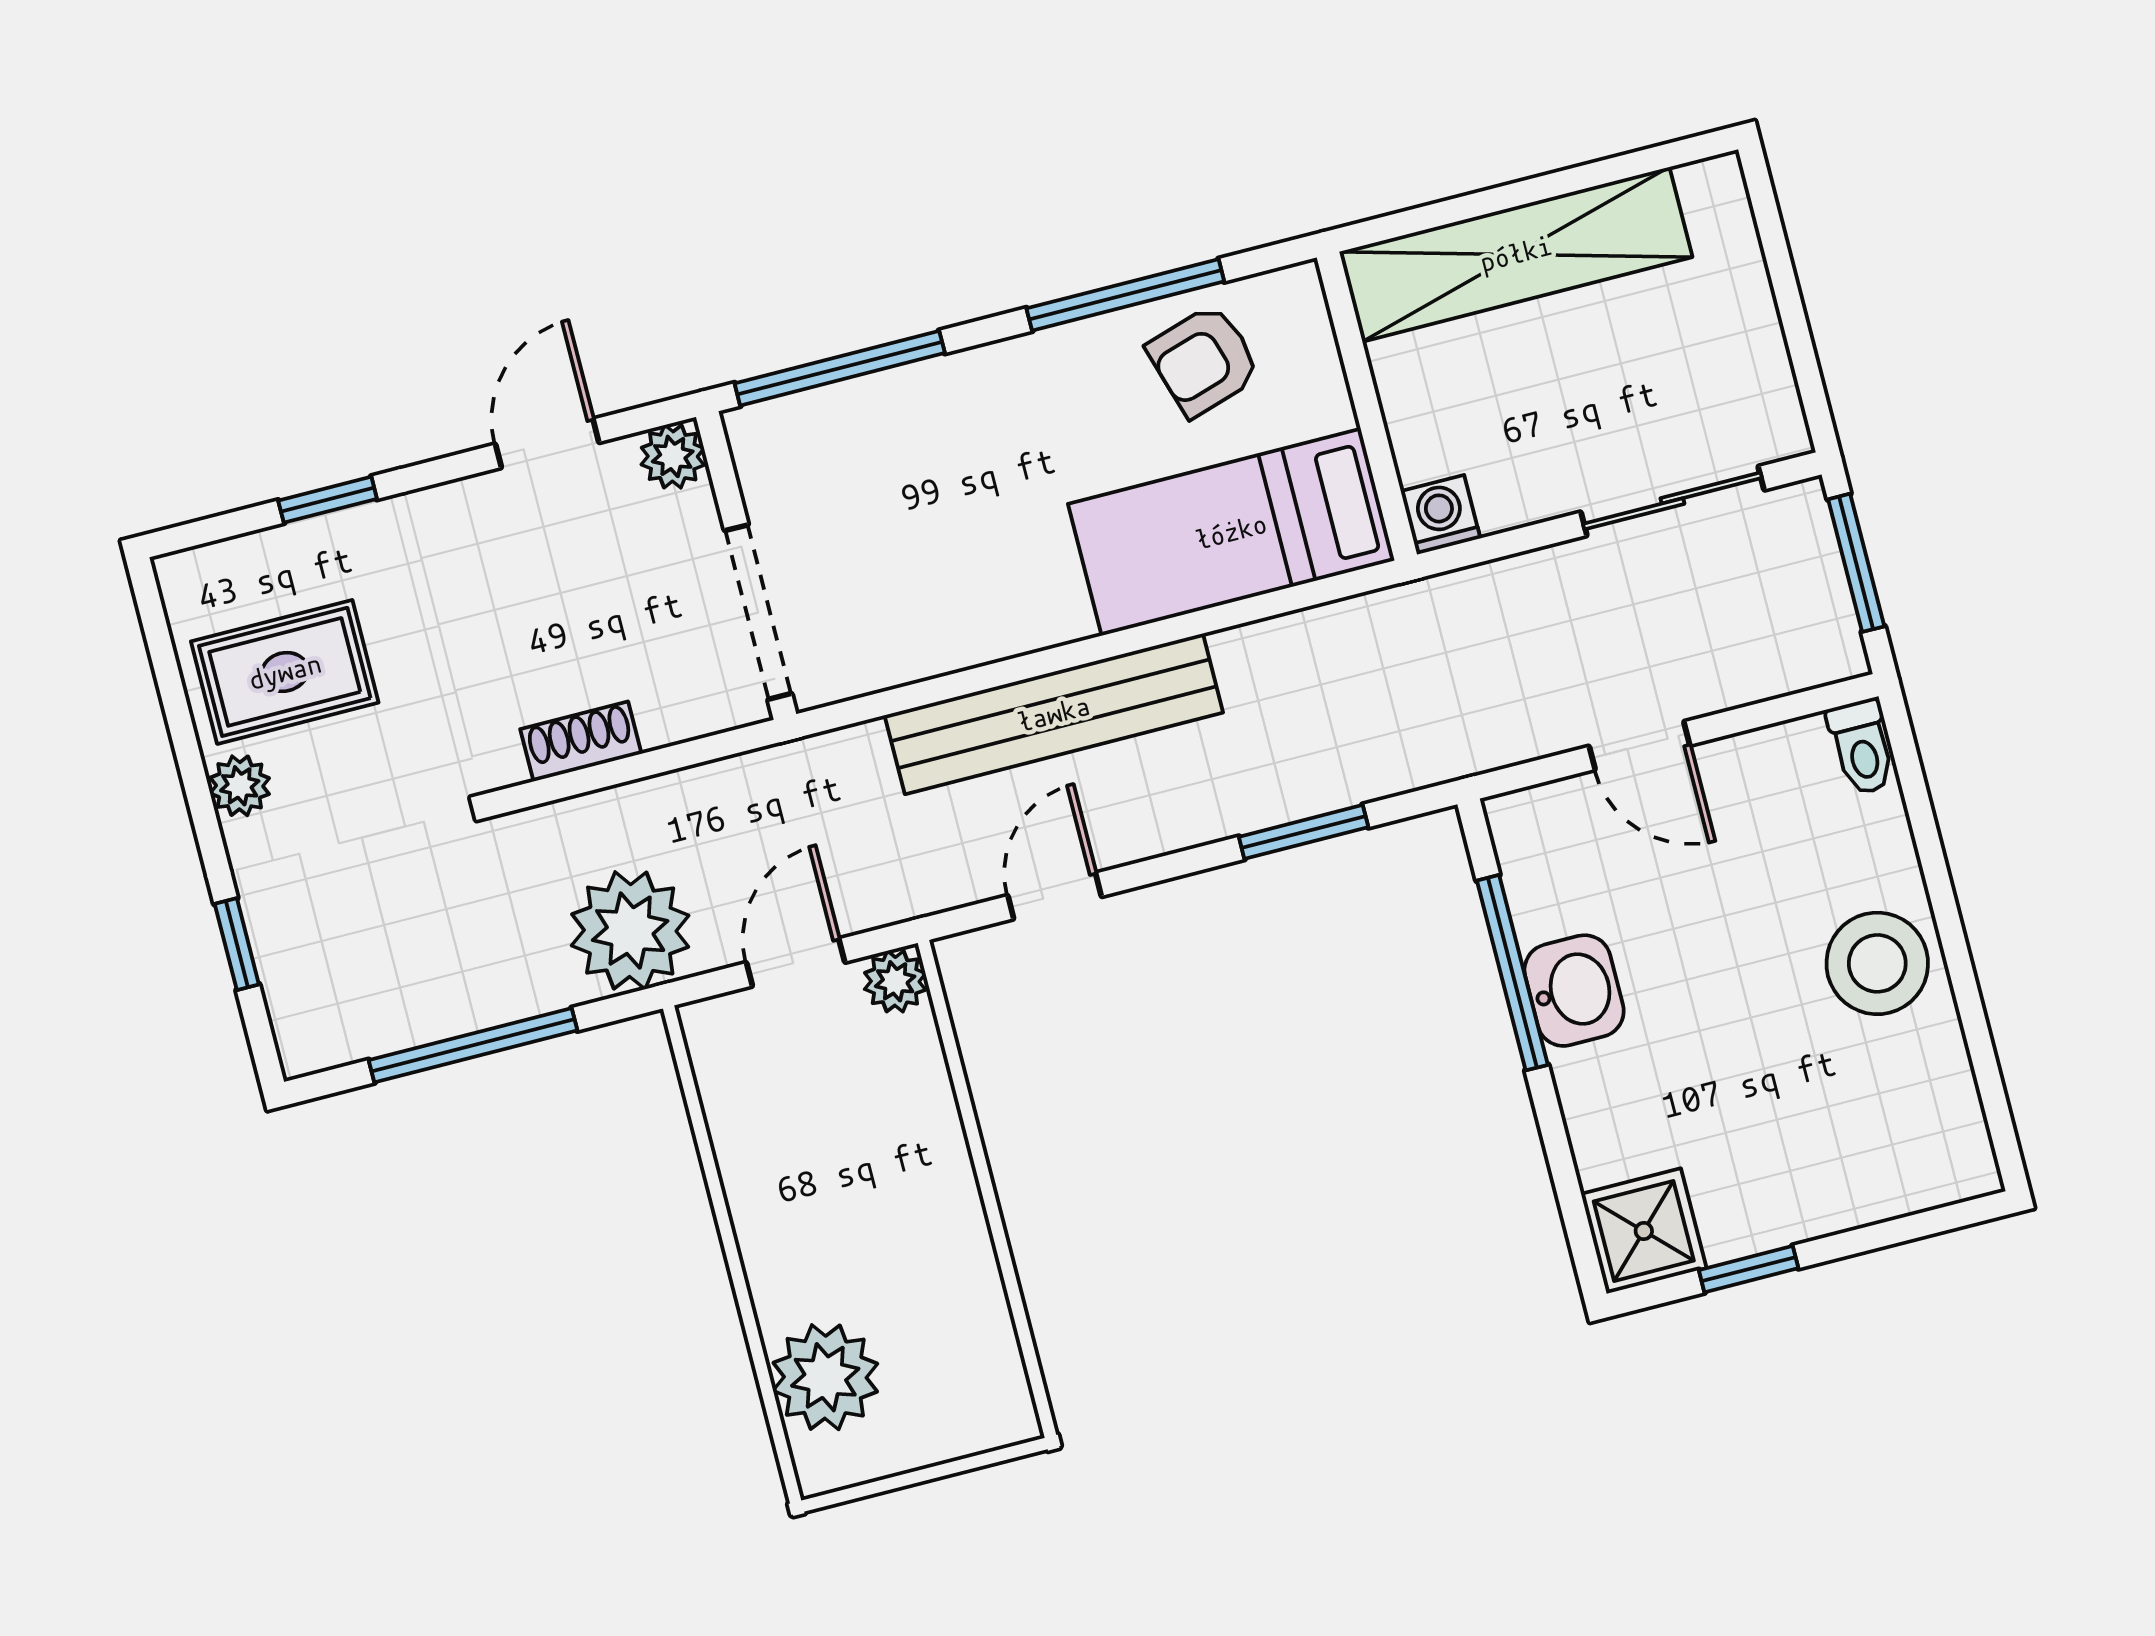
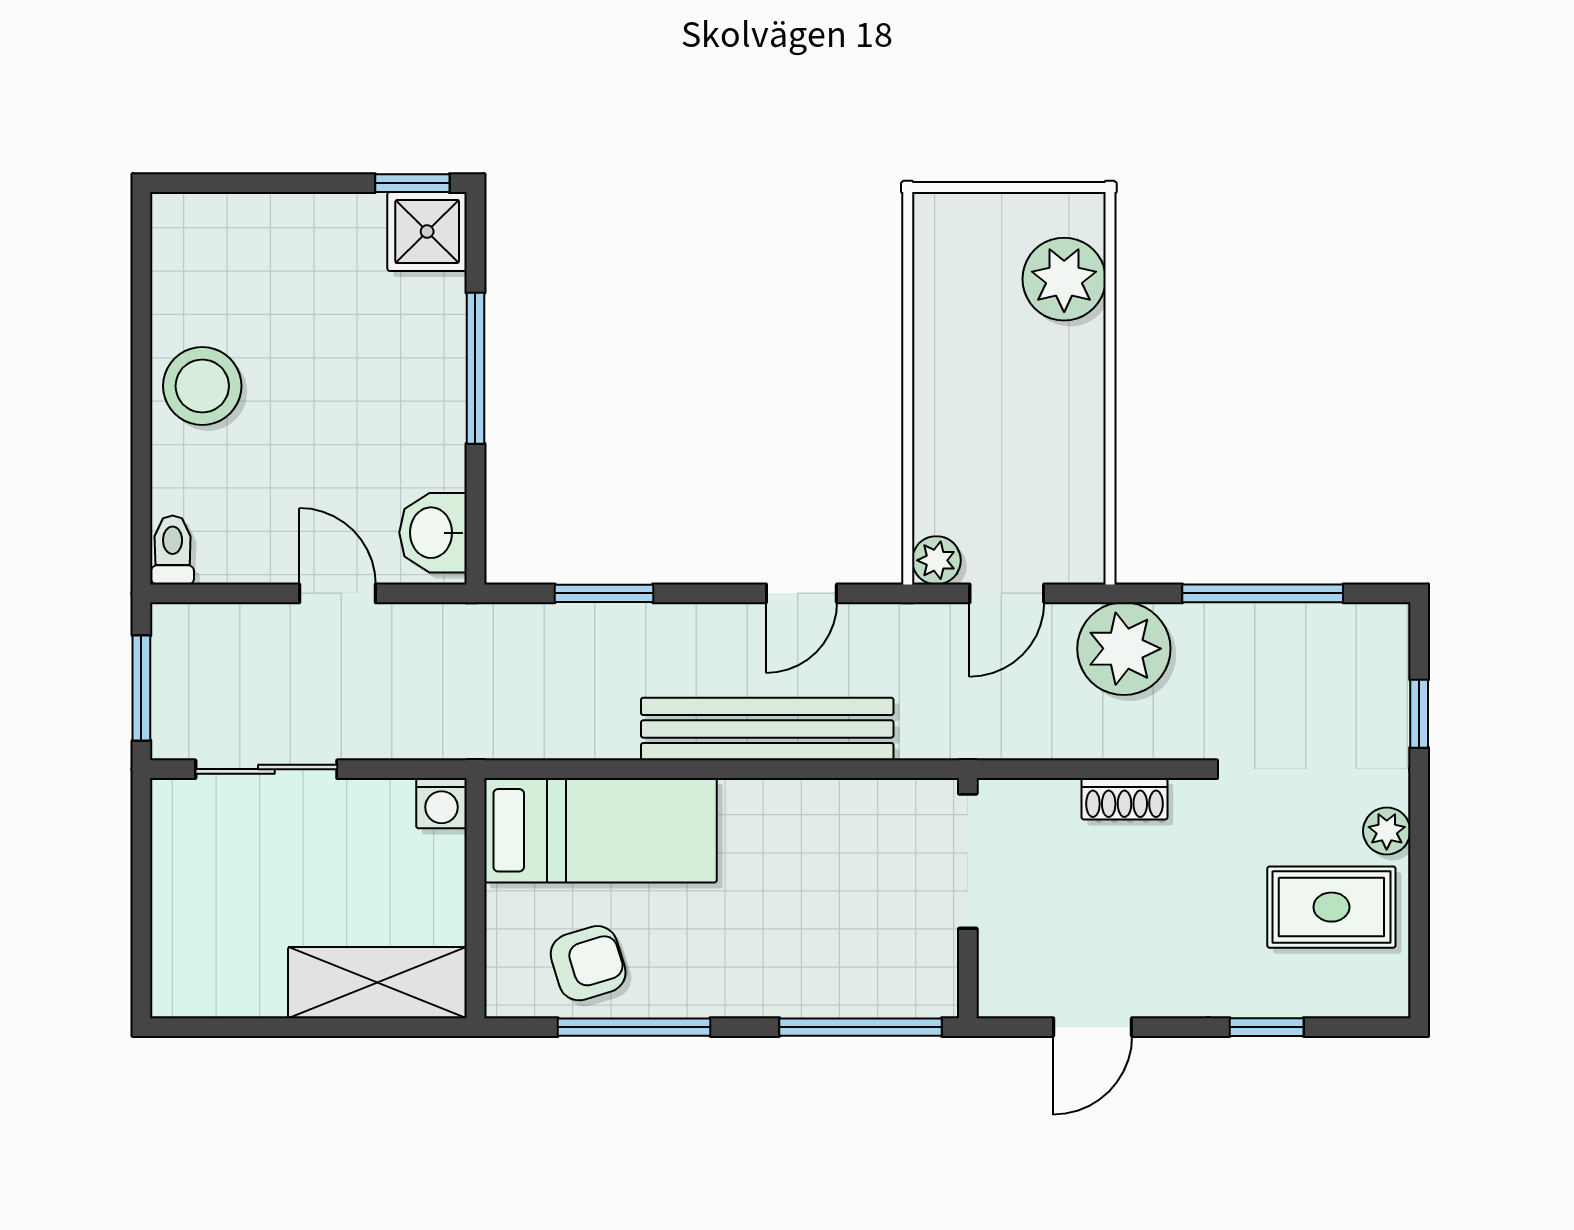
shelving: (1516, 254) -> (377, 983), width x0.68
plant: (673, 456) -> (1002, 993), removed
window: (1512, 973) -> (475, 368), moved
washbasin: (1574, 991) -> (433, 533), moved
window: (1749, 1269) -> (412, 183), moved

